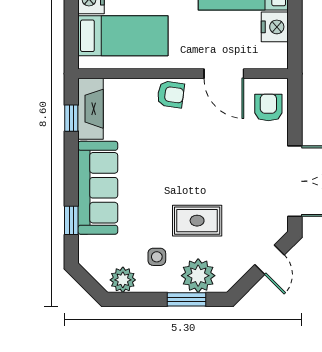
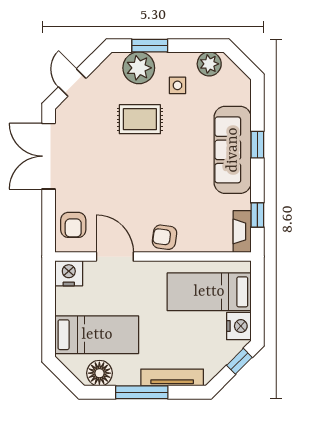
nightstand: (275, 27) -> (69, 273), moved, turned 90
fireplace: (91, 109) -> (242, 231), width x0.73, depth x0.76
window: (71, 220) -> (257, 145), moved

